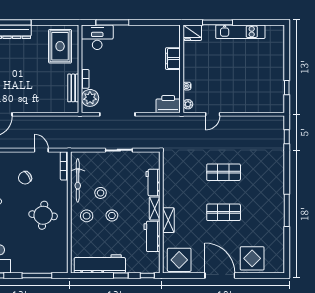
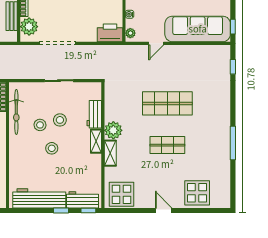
window: (287, 88) -> (233, 27), moved
sofa: (253, 100) -> (198, 29), added
shop shelf: (224, 172) -> (167, 103), width x1.43, depth x1.36
plant: (171, 198) -> (113, 130), added
stool: (87, 216) -> (60, 120), moved
workbench: (152, 236) -> (83, 200), moved, turned 90
door: (220, 275) -> (164, 210), width x0.53

